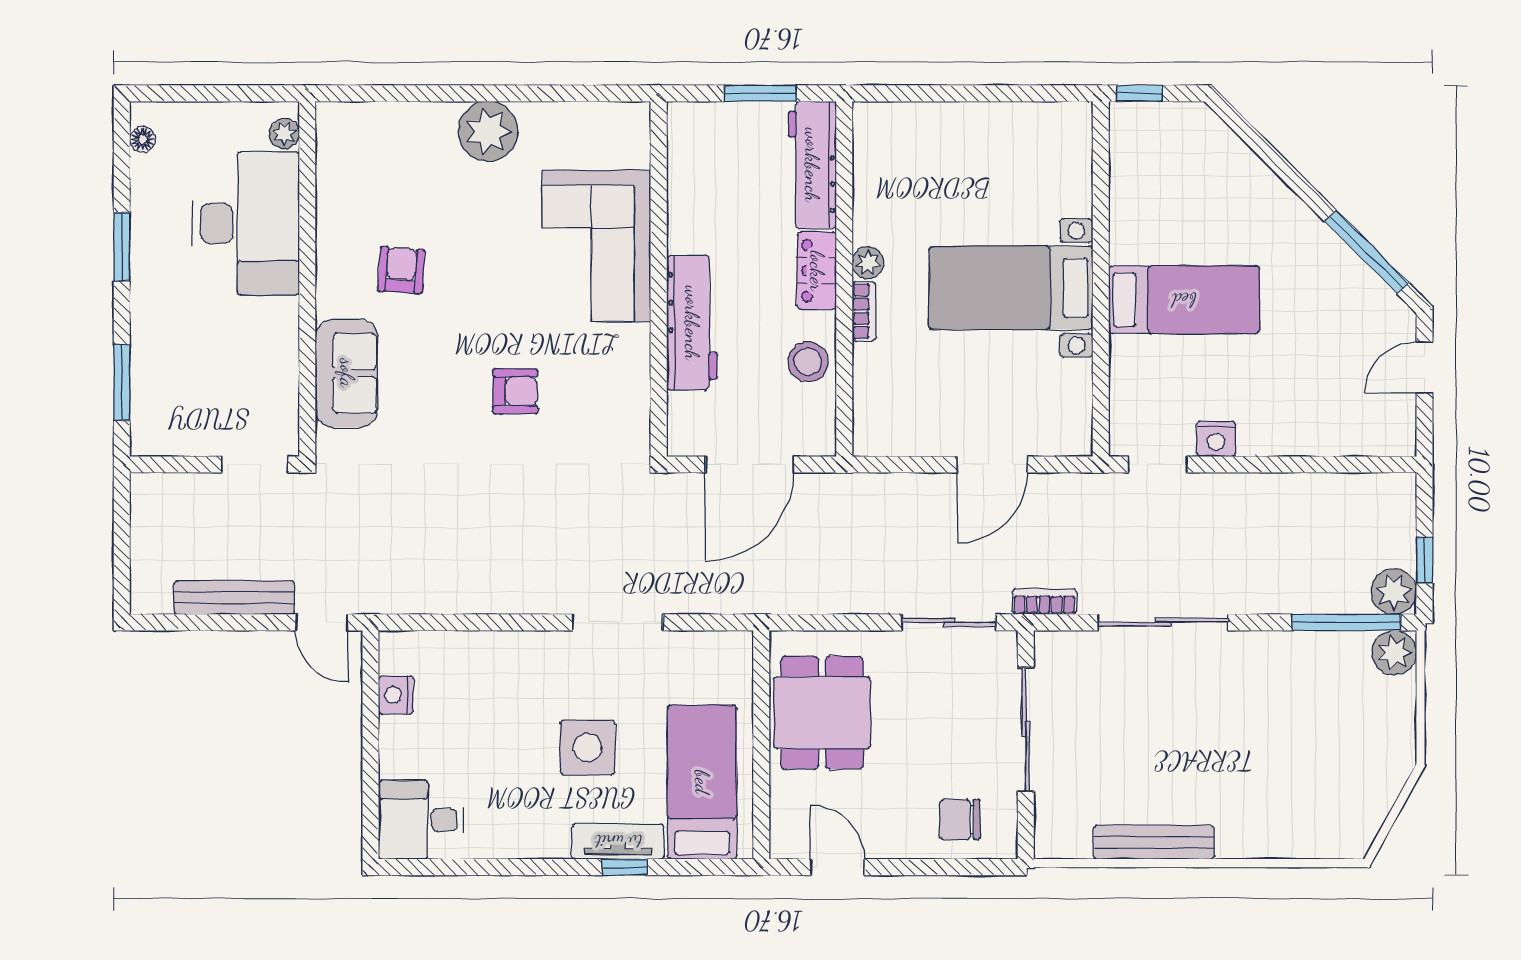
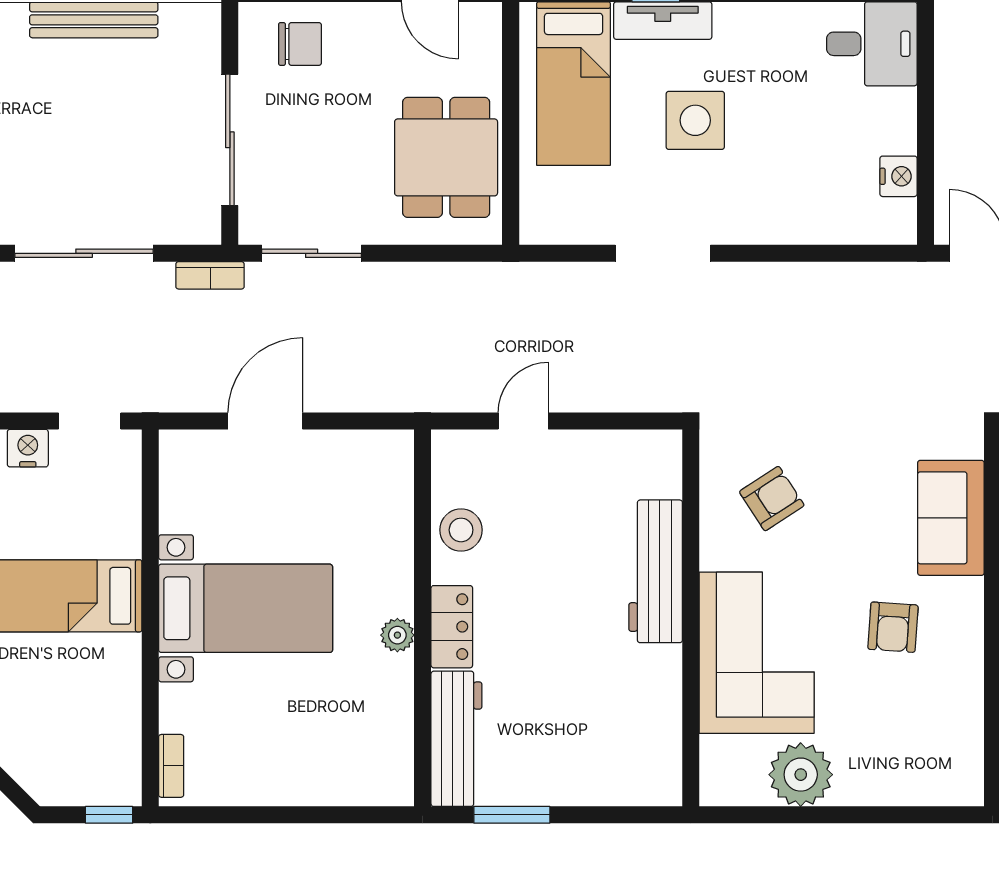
corner sofa: (597, 246) -> (757, 653), moved
wall: (659, 279) -> (691, 618), moved
bookcase: (864, 311) -> (171, 766), moved, turned 180
workbench: (692, 323) -> (656, 571), moved
armchair: (515, 391) -> (772, 499), turned 147
door: (749, 464) -> (523, 421), width x0.53

